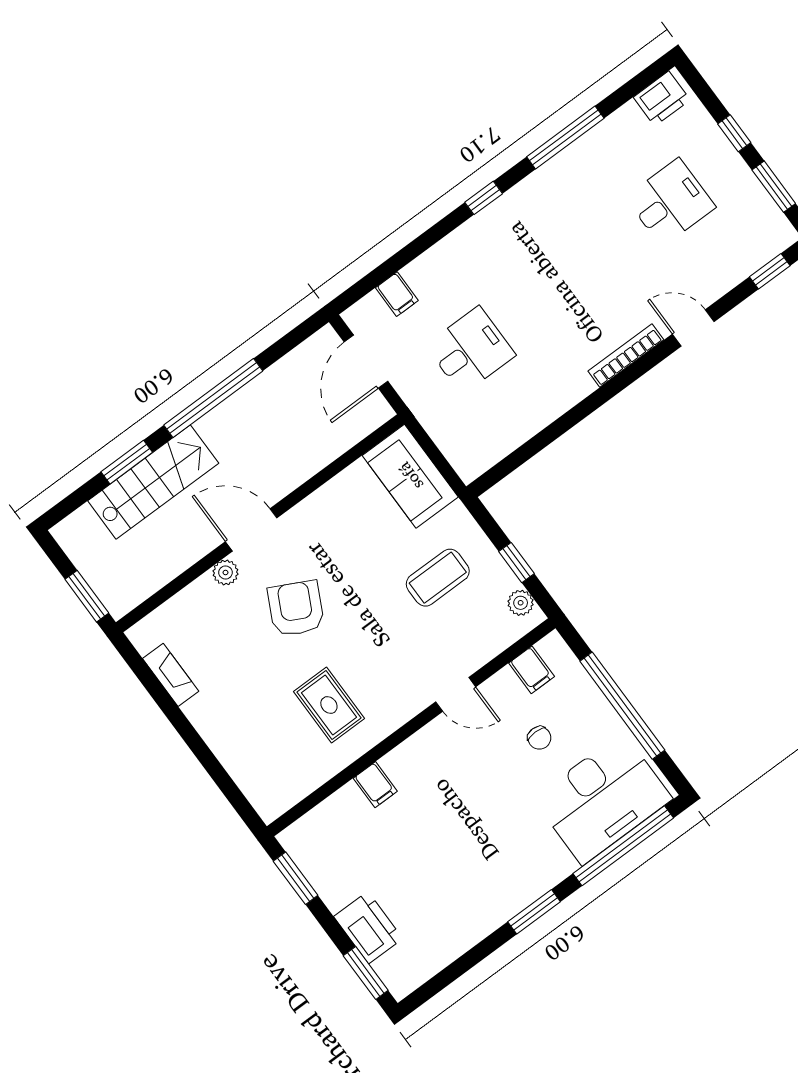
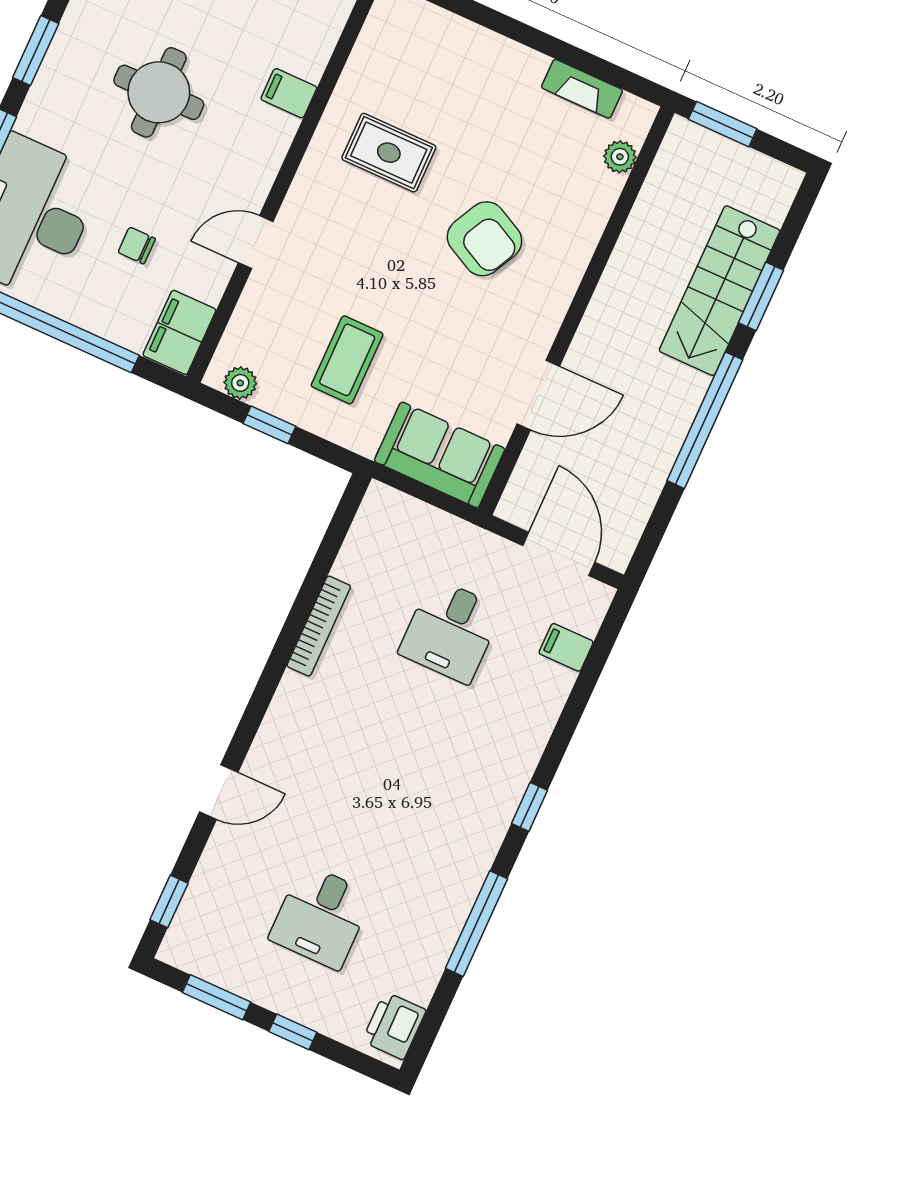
bookcase: (626, 355) -> (319, 626), moved
door: (251, 530) -> (538, 395), moved
plant: (226, 572) -> (620, 157), moved
filing cabinet: (532, 670) -> (179, 332), width x2.00
round table: (465, 835) -> (159, 92), added

